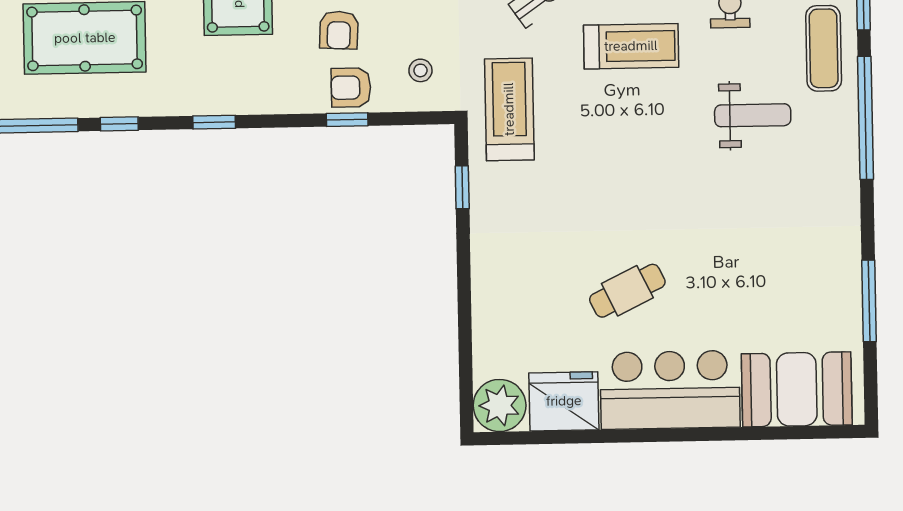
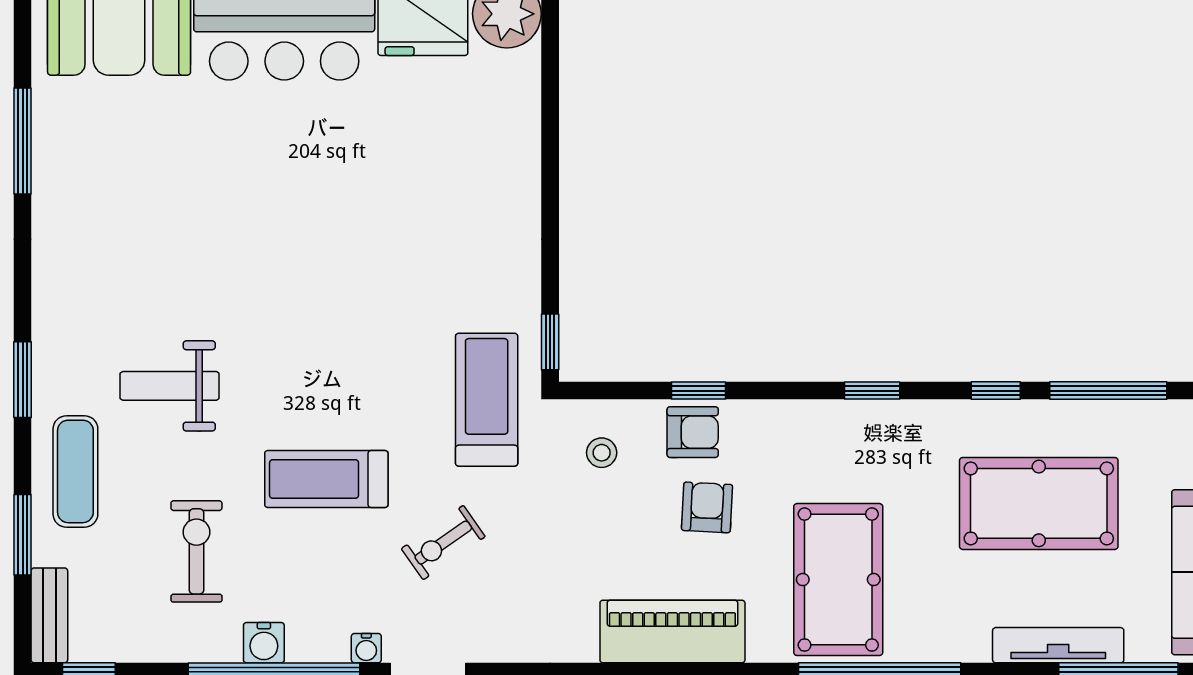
treadmill: (509, 109) -> (487, 400), turned 180
window: (866, 118) -> (23, 380), width x0.47
window: (462, 187) -> (550, 342), moved
cafe table: (627, 291) -> (337, 160), removed

